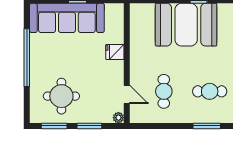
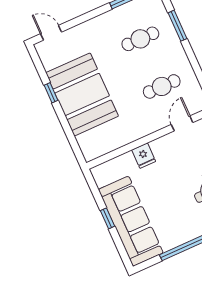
cafe table: (210, 91) -> (140, 39), turned 90

